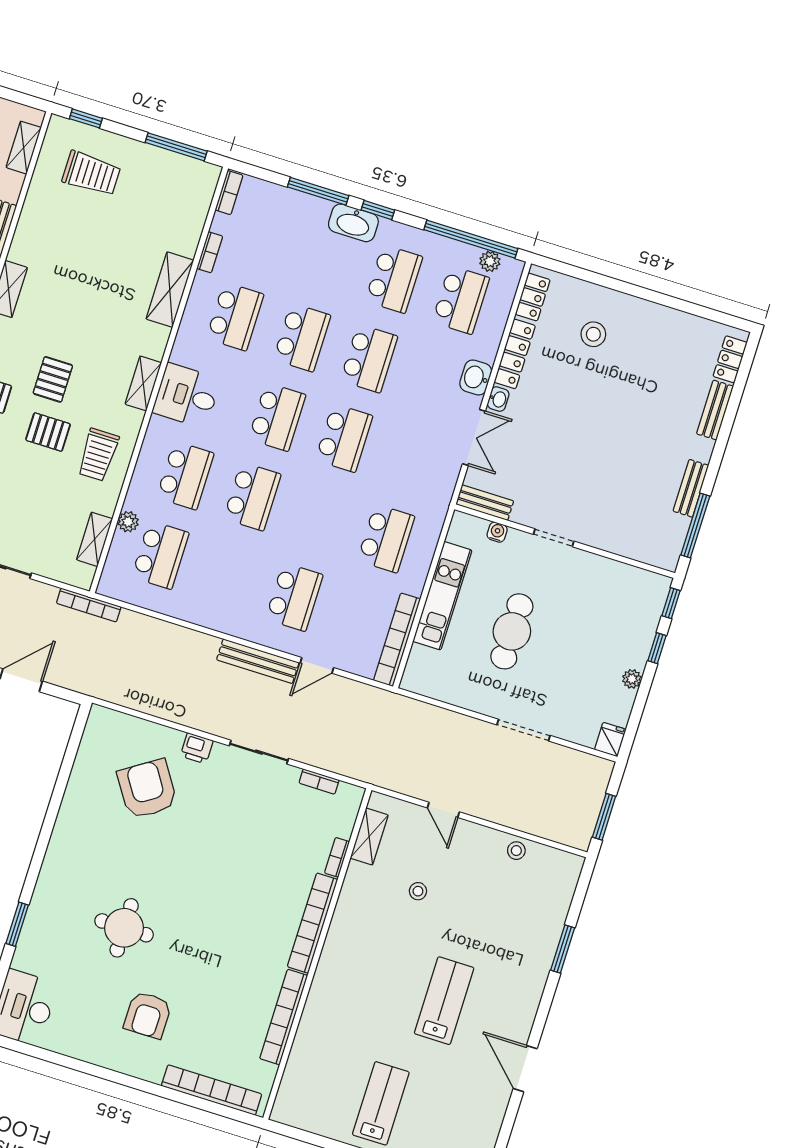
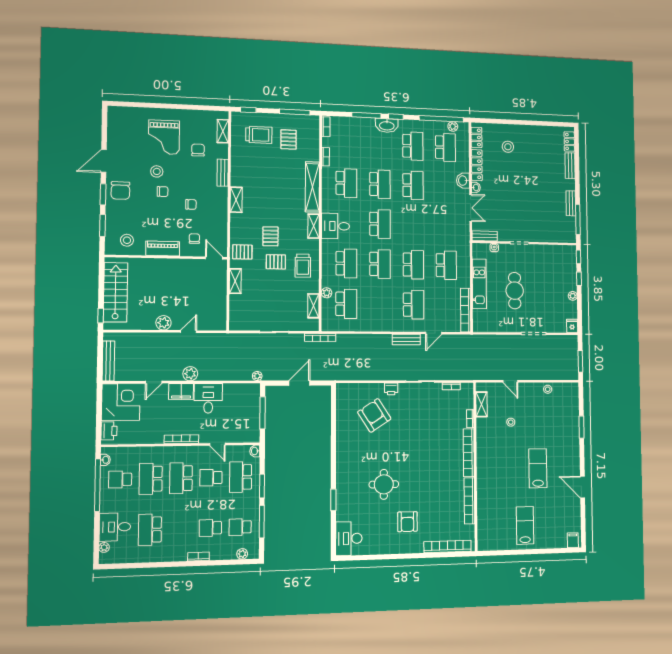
pallet: (147, 198) -> (289, 139), added
shelving: (170, 290) -> (312, 187), width x1.47
school desk: (344, 438) -> (413, 265), moved
bench: (258, 661) -> (406, 340), width x0.73

